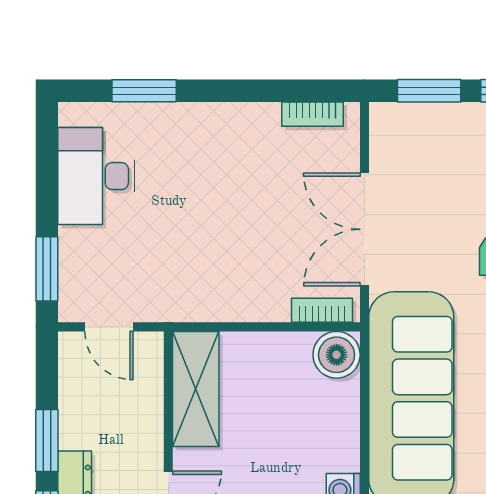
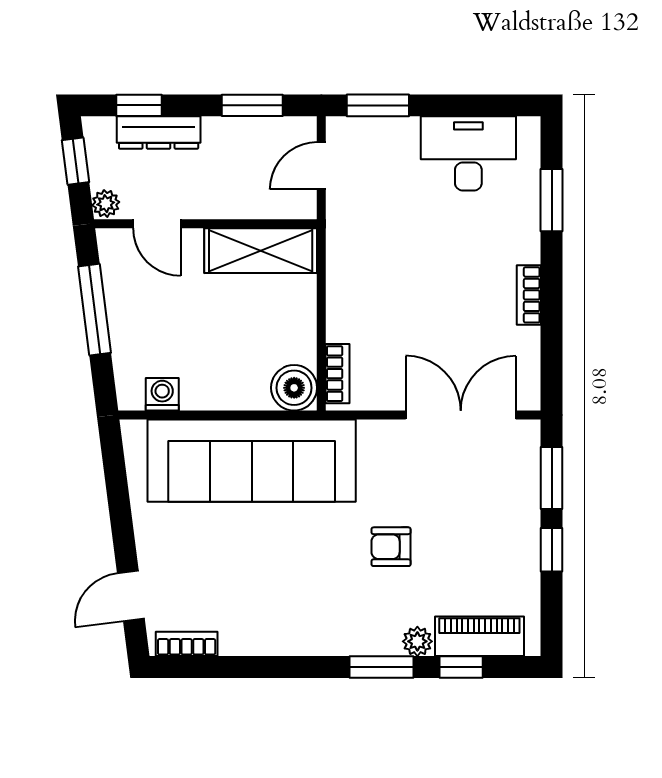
bookcase: (312, 114) -> (529, 295), moved
double door: (364, 229) -> (461, 415), moved
window: (47, 441) -> (252, 105), moved

